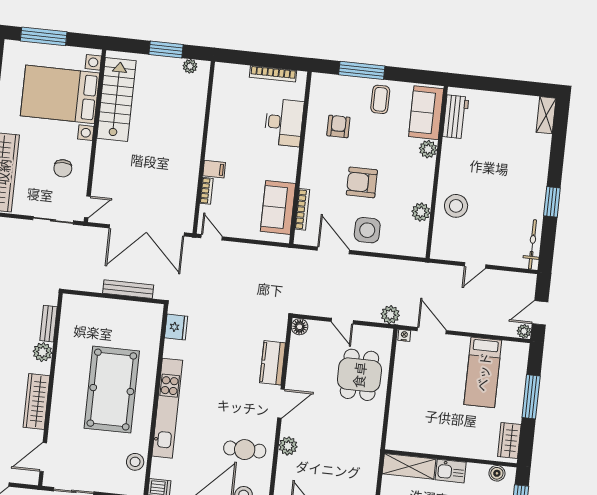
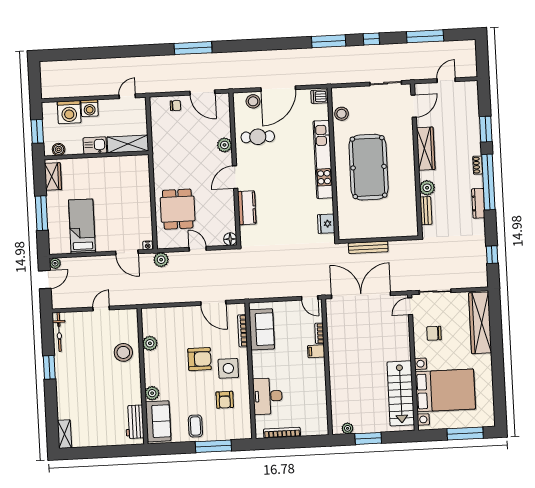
chair: (63, 168) -> (434, 333), turned -90
side table: (367, 230) -> (228, 368), moved

